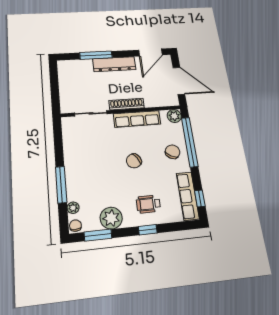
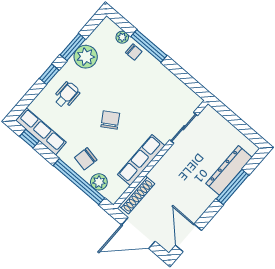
dresser: (114, 64) -> (229, 170), moved
shoe rack: (127, 104) -> (137, 195), moved
plant: (174, 116) -> (99, 182), moved
chair: (173, 152) -> (86, 159), turned 72
chair: (75, 226) -> (134, 52), moved
window: (98, 235) -> (73, 47), moved

